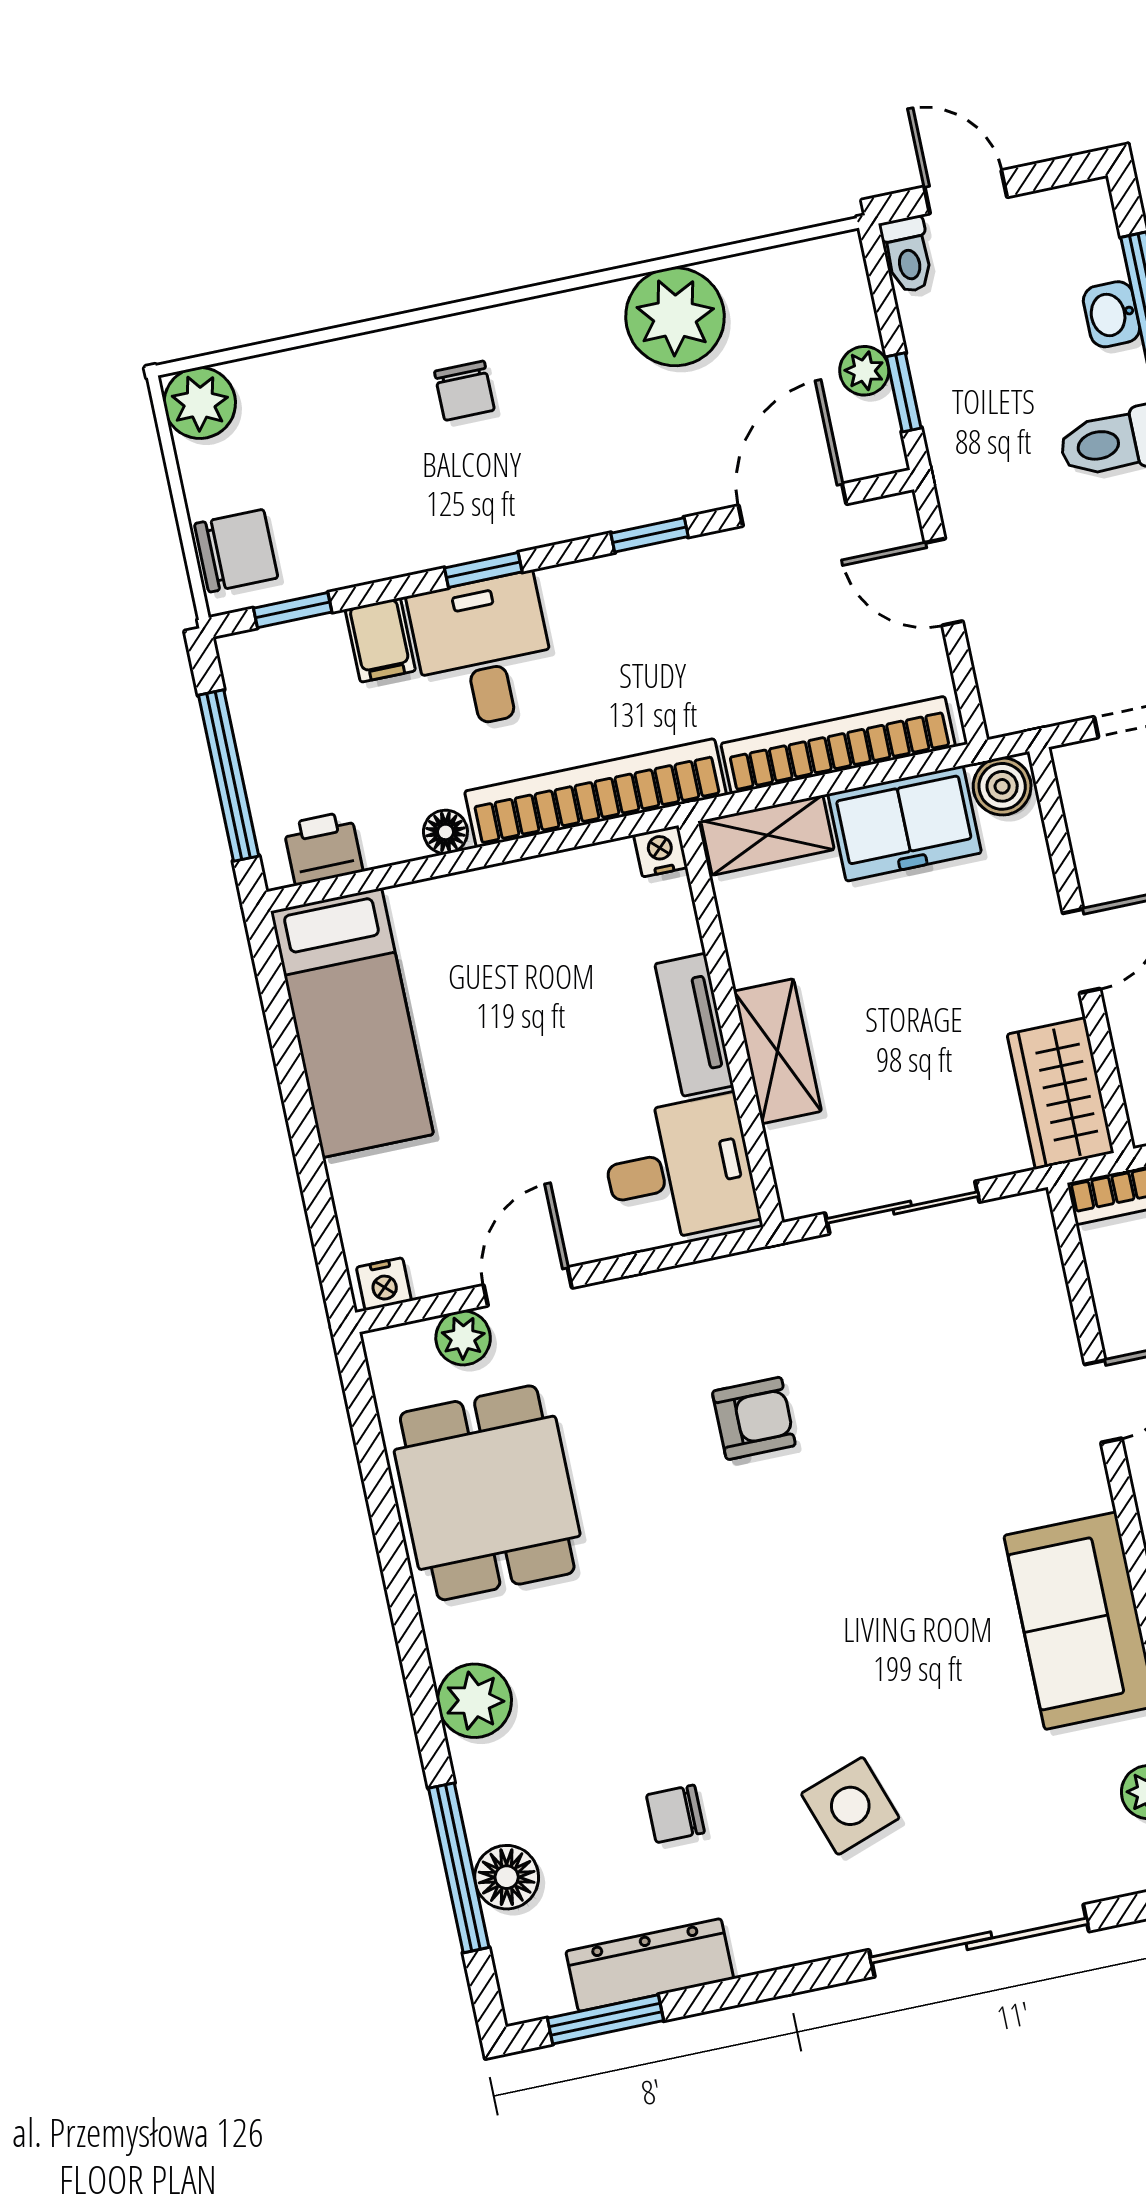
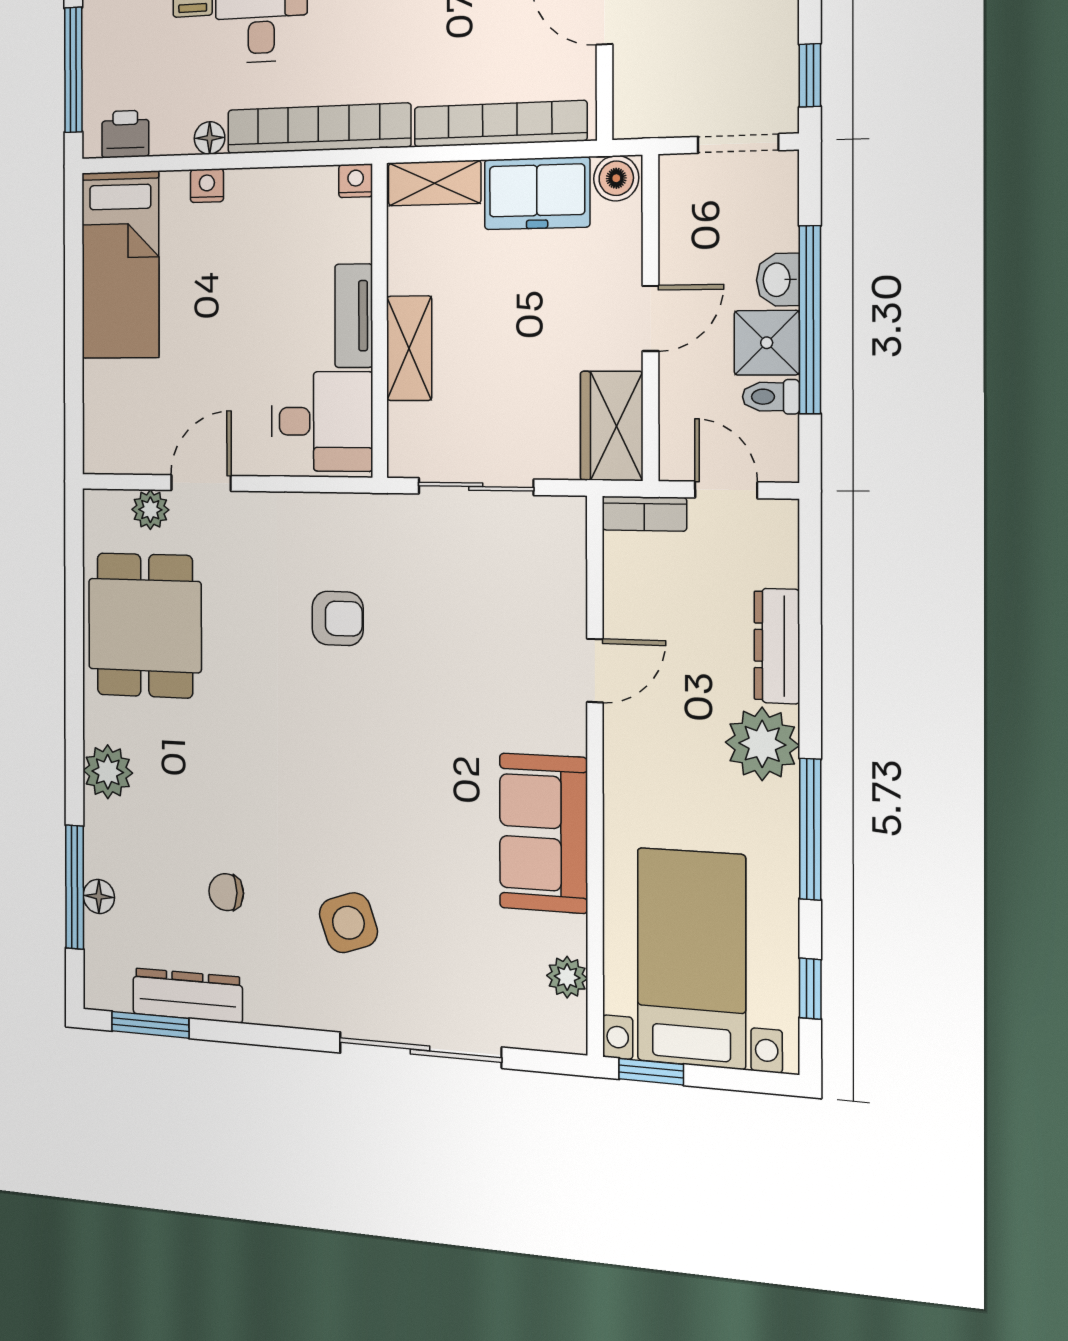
nightstand: (384, 1284) -> (207, 186), moved, turned 180
floor lamp: (507, 1877) -> (99, 896), width x0.73, depth x0.73

